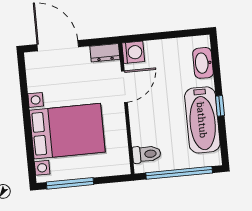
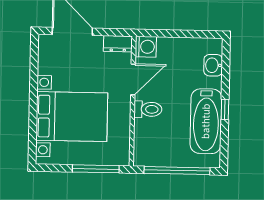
washbasin: (203, 63) -> (213, 65), width x0.72
toilet: (147, 154) -> (148, 109), moved
window: (70, 183) -> (96, 169), moved

